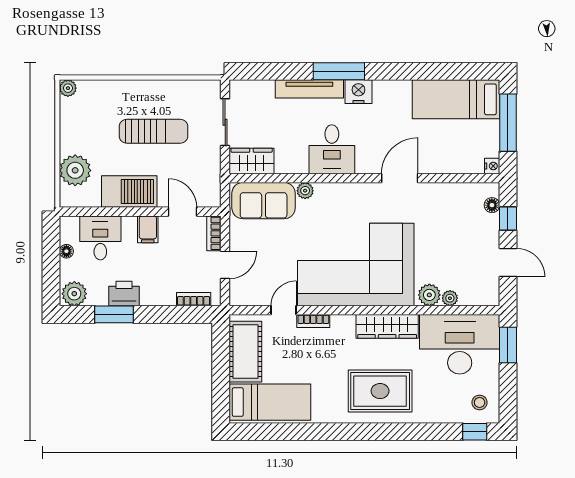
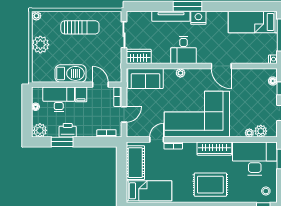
sun lounger: (154, 131) -> (80, 27), moved
plant: (75, 170) -> (40, 45), moved
door: (400, 178) -> (221, 66), swing flipped
plant: (305, 191) -> (180, 73), moved
desk: (100, 238) -> (59, 99), width x1.37
plant: (429, 295) -> (261, 131), moved

